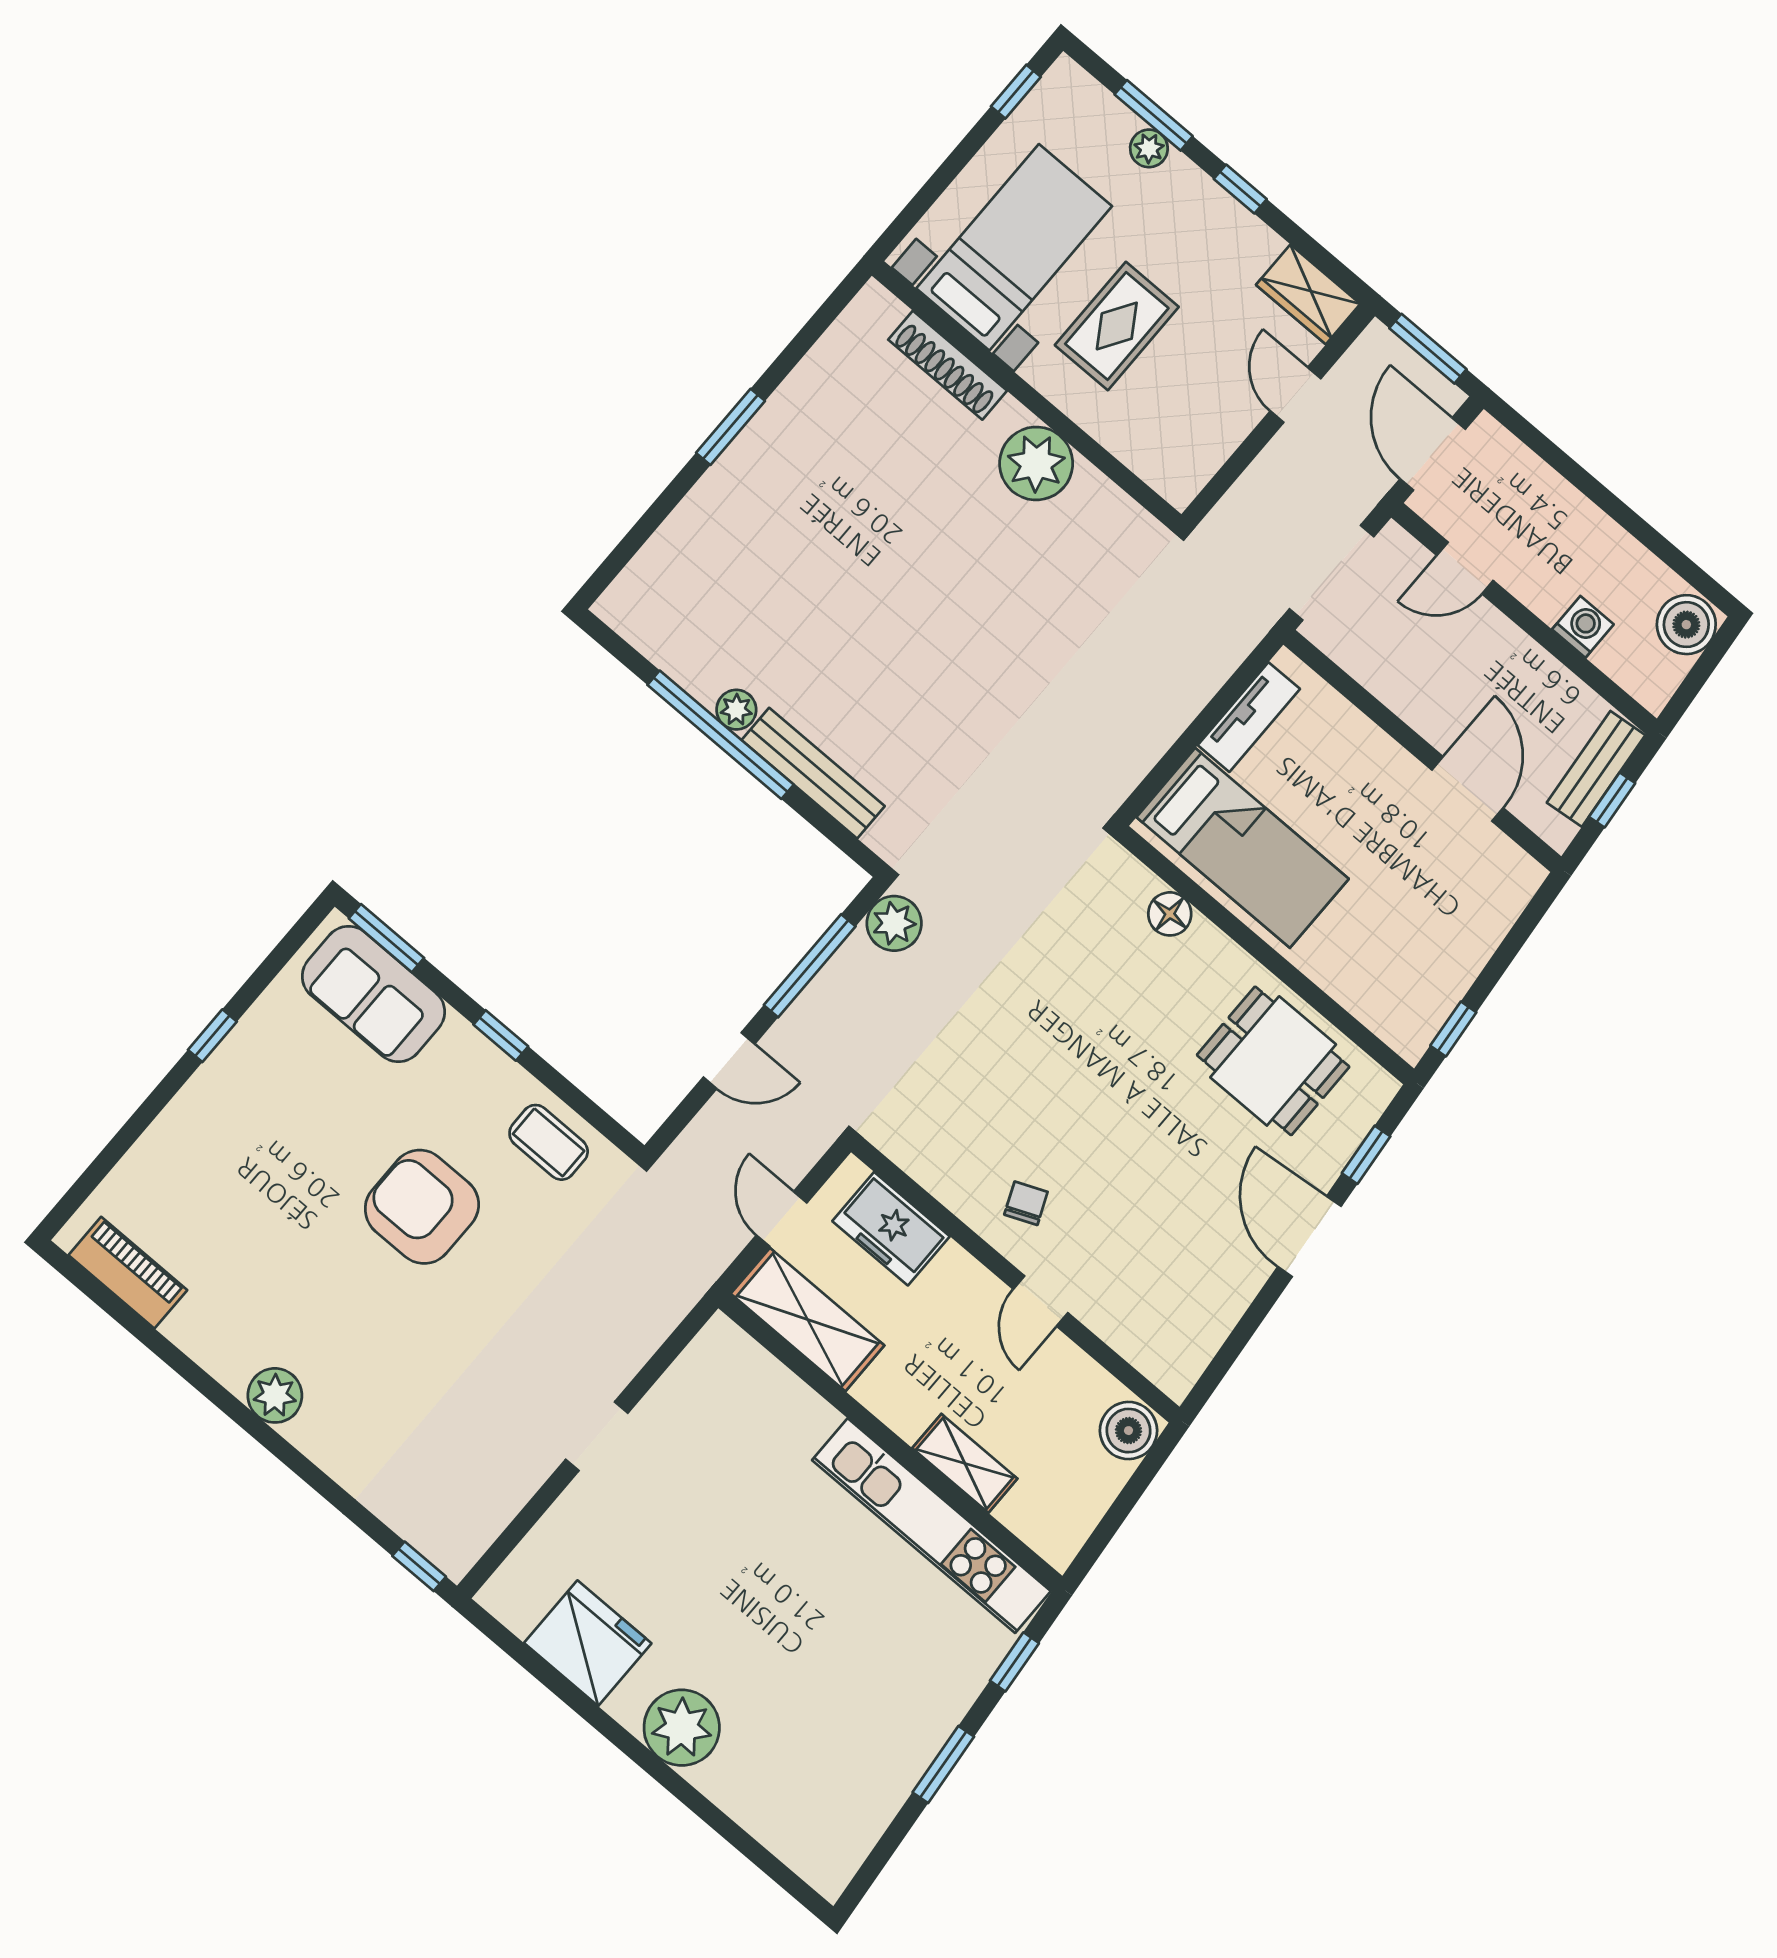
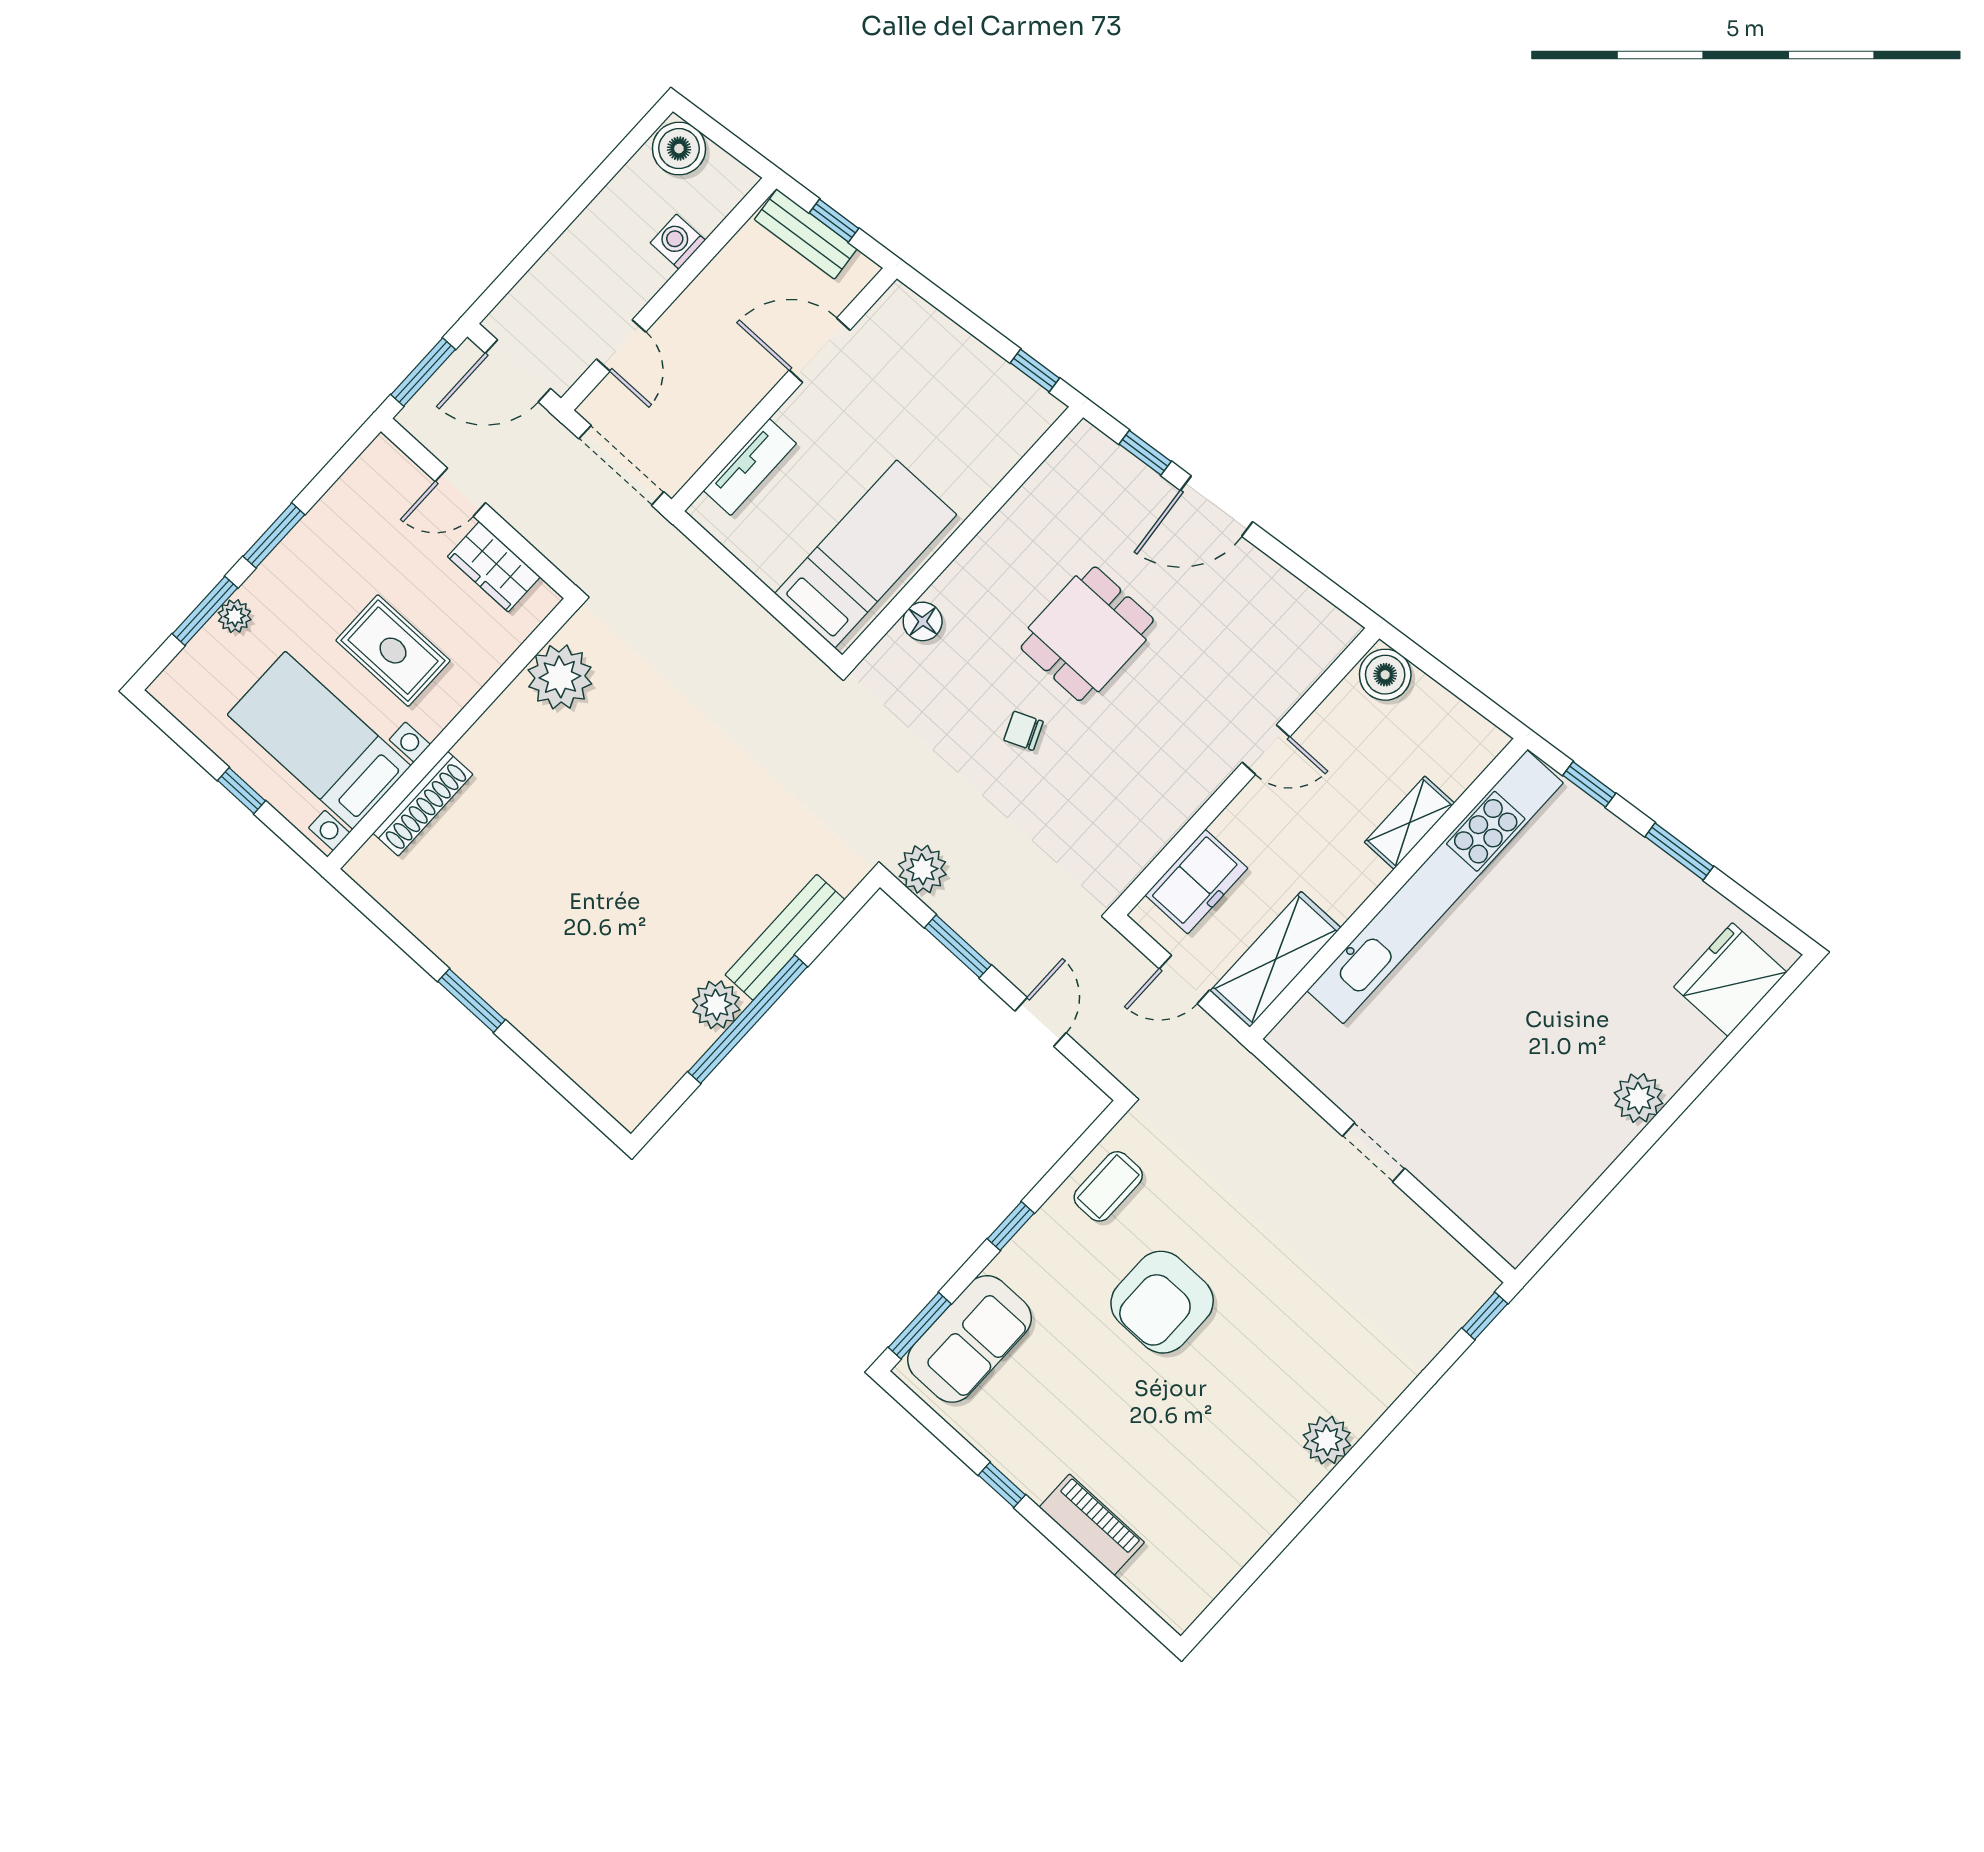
window: (1016, 92) -> (242, 791), moved
window: (1240, 189) -> (274, 535), width x1.50
wardrobe: (1308, 294) -> (494, 567), moved, turned 90
plant: (1036, 463) -> (560, 677), moved
plant: (736, 710) -> (716, 1005), width x1.38, depth x1.38
tv unit: (1249, 717) -> (750, 467), moved, turned 90
window: (810, 966) -> (958, 946), width x0.69
dining table: (1273, 1061) -> (1087, 634), moved
chair: (1026, 1203) -> (1024, 731), moved
piano: (128, 1273) -> (1092, 1525), moved, turned 90
kitchen unit: (931, 1526) -> (1435, 887), width x1.36
fridge: (588, 1643) -> (1730, 980), moved
plant: (682, 1728) -> (1639, 1098), width x0.73, depth x0.73

